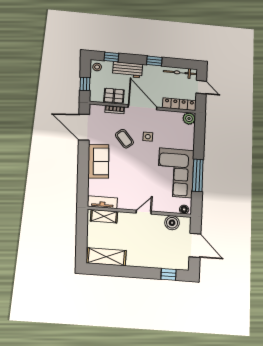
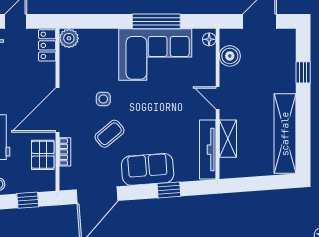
locker: (179, 104) -> (47, 45), width x0.66
window: (83, 174) -> (169, 190), added
tv unit: (103, 202) -> (208, 150), width x1.41
shelving: (104, 216) -> (228, 139), moved
shelving: (106, 257) -> (285, 134), width x1.47
window: (168, 274) -> (303, 72), moved

